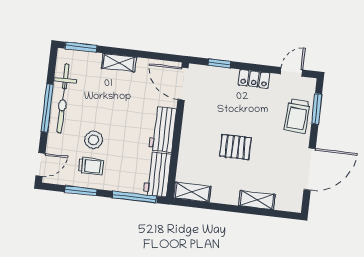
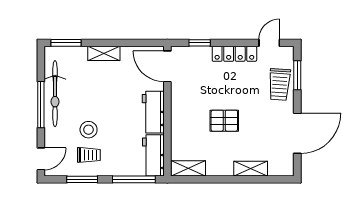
locker: (254, 79) -> (234, 54), width x1.53

